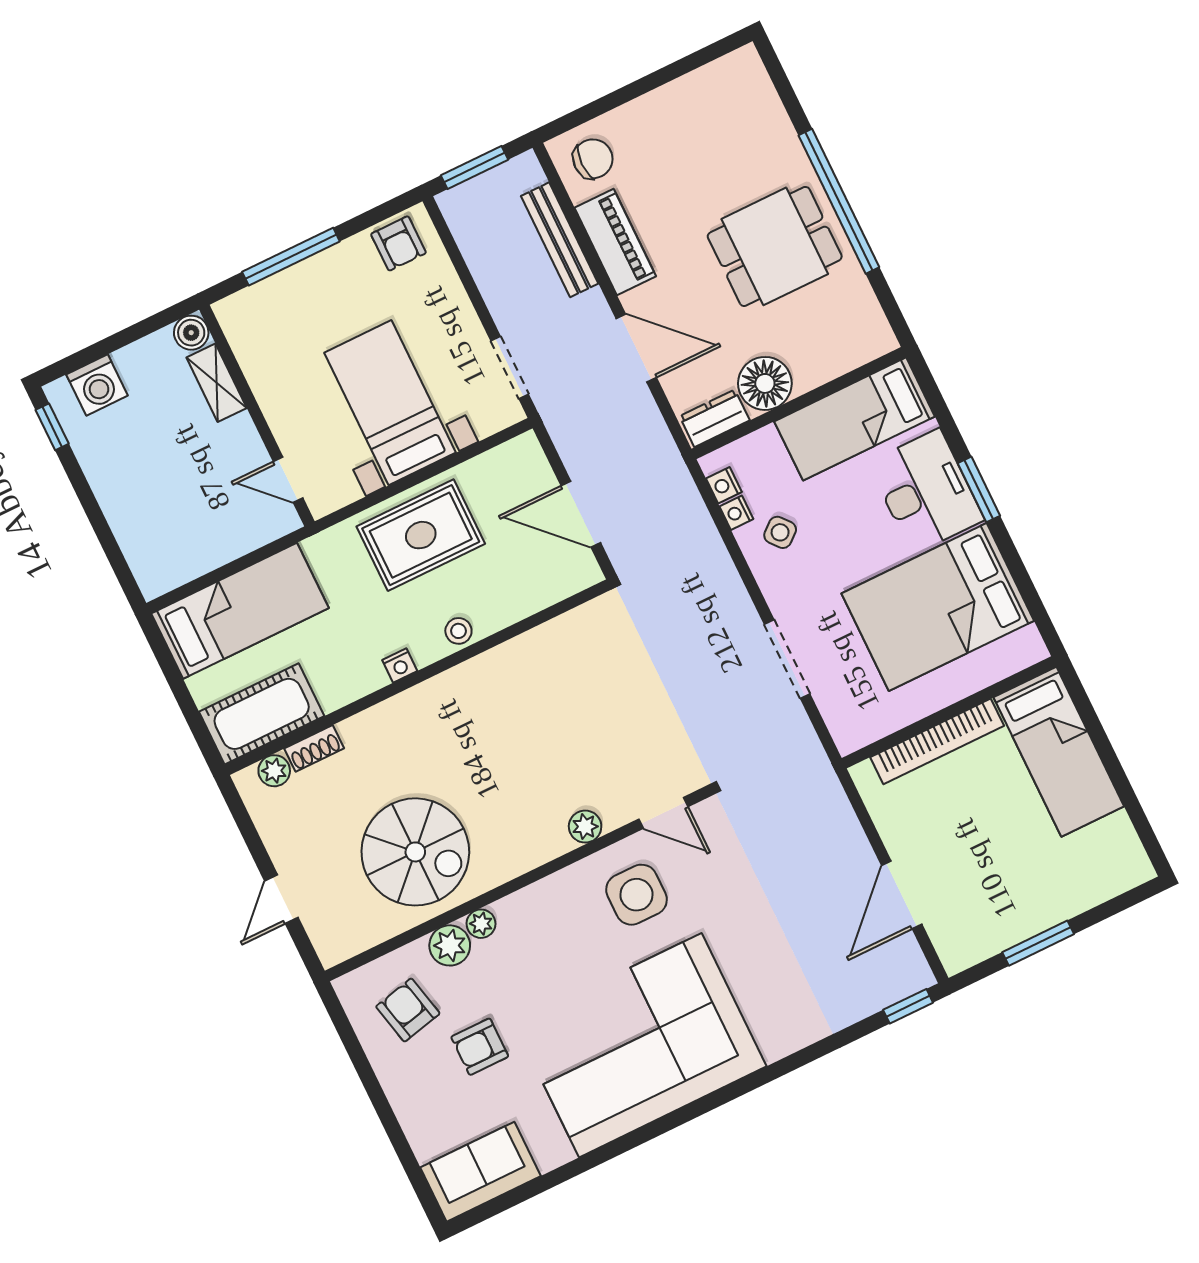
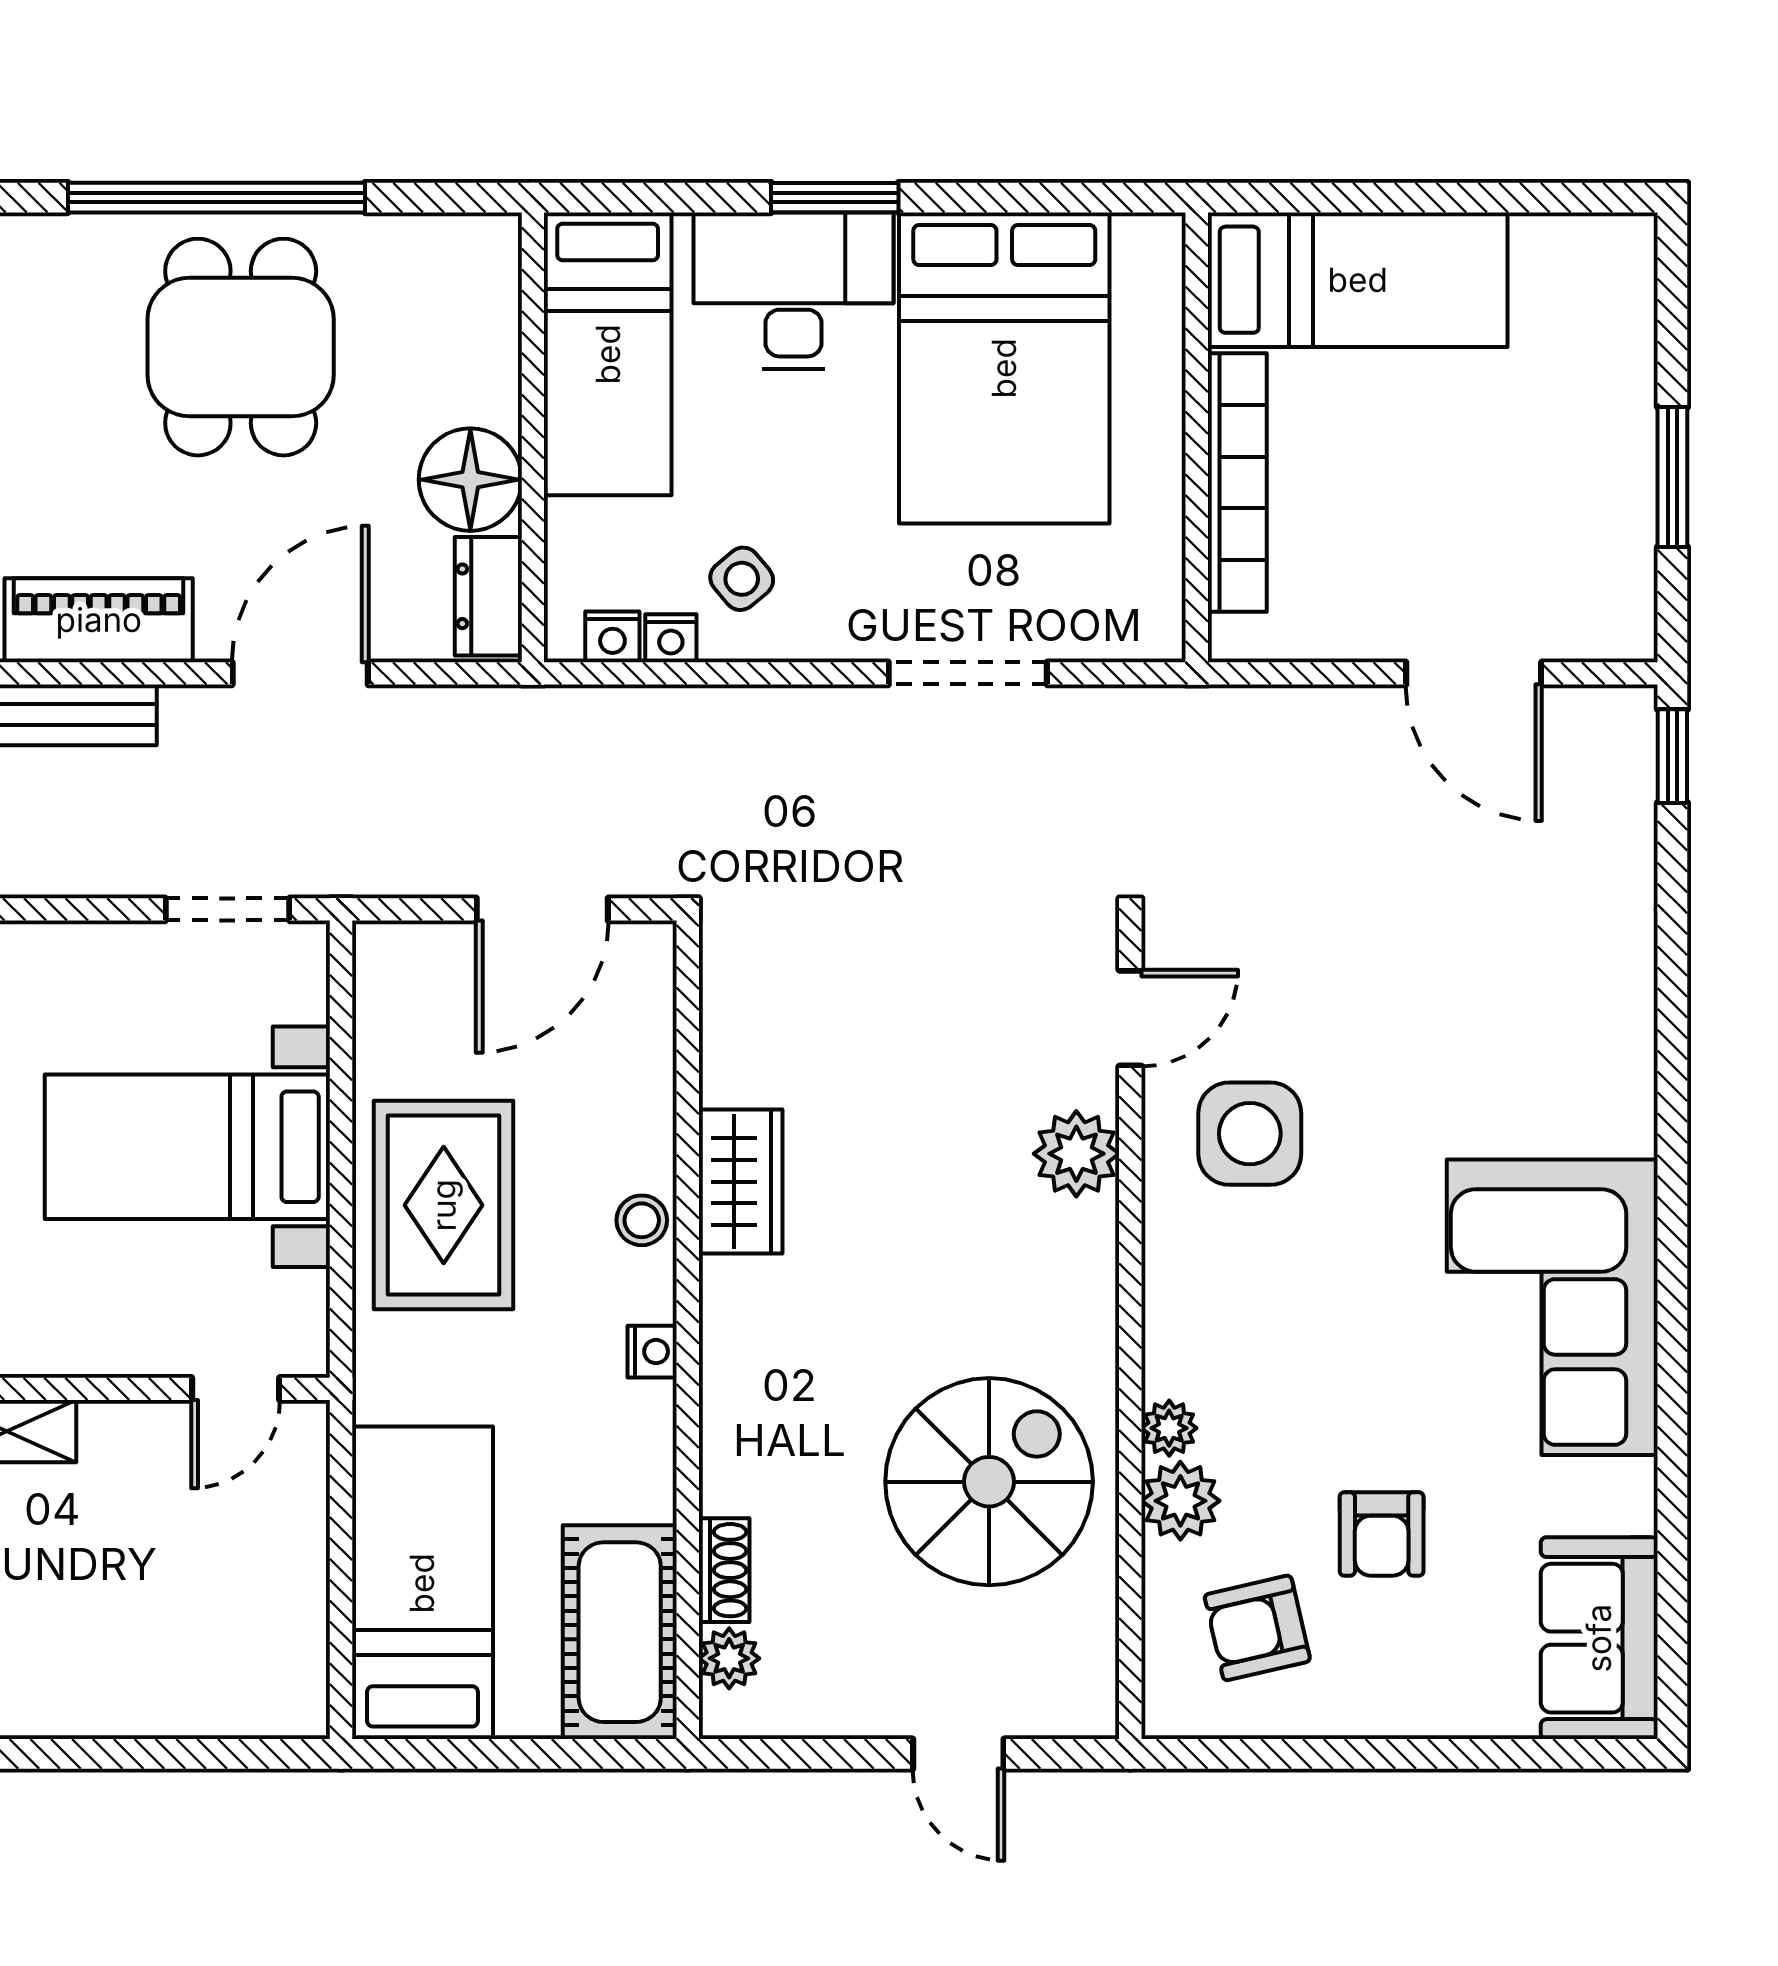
wardrobe: (499, 668) -> (741, 1182), added
plant: (585, 827) -> (1076, 1154), width x1.38, depth x1.38
corner sofa: (640, 1045) -> (1552, 1307), width x0.73, depth x0.74

